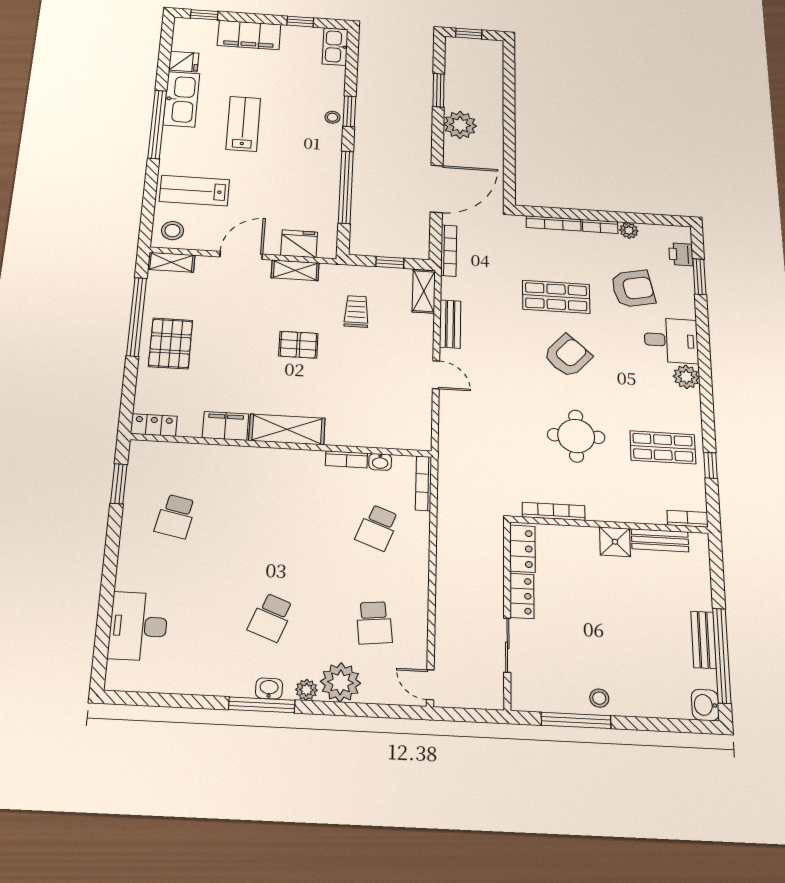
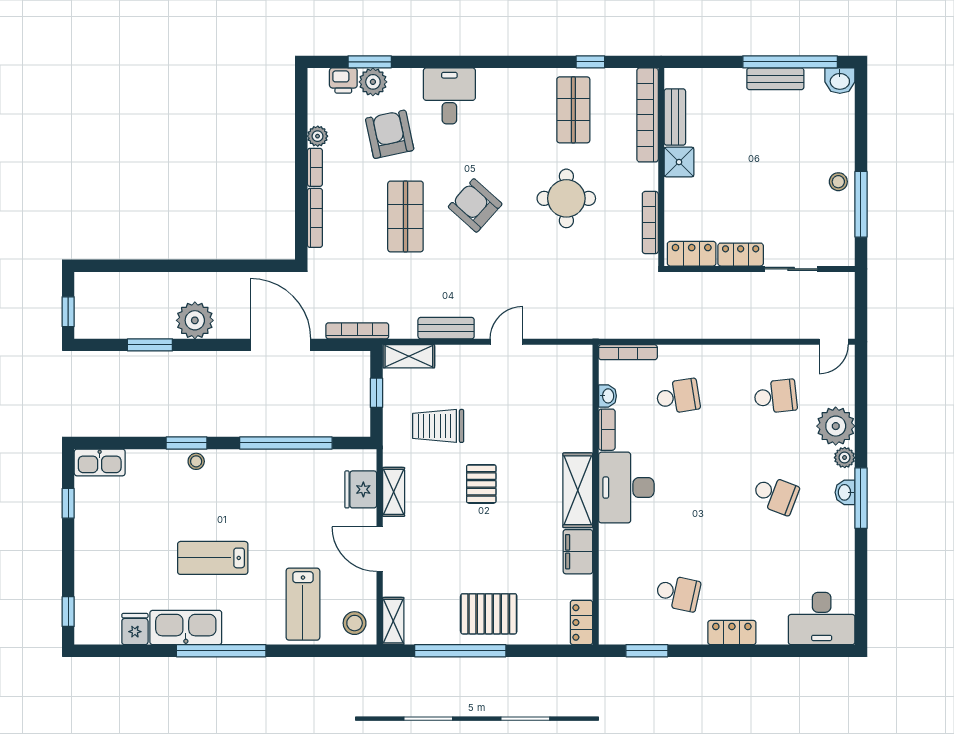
filing cabinet: (249, 35) -> (92, 559), removed
trolley: (356, 311) -> (438, 426), width x1.36, depth x1.39
plant: (686, 377) -> (373, 82), moved
desk: (287, 474) -> (626, 488), added
bookcase: (688, 519) -> (648, 115), width x2.31, depth x1.31
school desk: (377, 528) -> (678, 396), turned -30
locker: (129, 566) -> (732, 633), added
desk: (138, 626) -> (822, 619), moved

